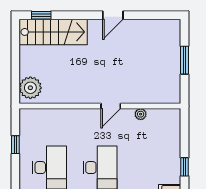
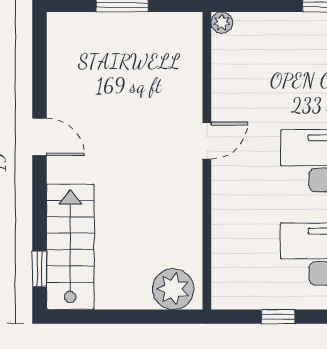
door: (111, 106) -> (207, 141), hinge flipped
plant: (141, 114) -> (222, 23), moved

